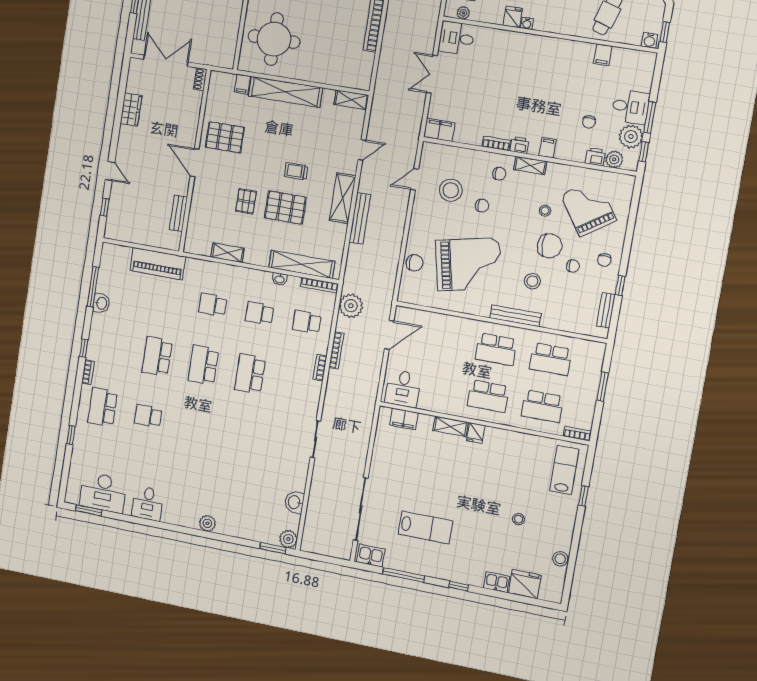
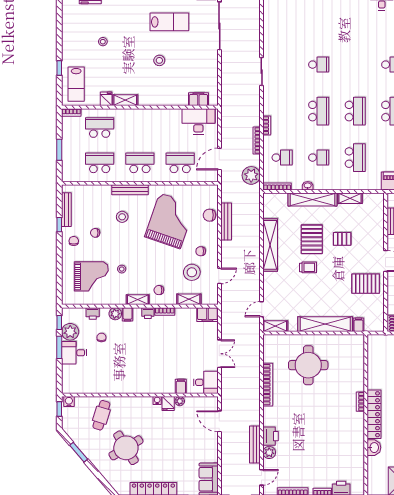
plant: (463, 13) -> (180, 401), moved
round table: (274, 39) -> (308, 365), moved
filing cabinet: (603, 55) -> (181, 386), moved
door: (362, 150) -> (262, 309), moved
shelving: (461, 155) -> (189, 299), added
plant: (614, 159) -> (115, 314), moved
shelving: (343, 198) -> (270, 245), width x1.47
pallet: (246, 201) -> (342, 239), turned 90
chair: (482, 206) -> (201, 251), moved
pallet: (285, 208) -> (312, 239), turned 90
grand piano: (589, 208) -> (91, 276), turned -56
bench: (360, 218) -> (226, 222), moved
chair: (550, 246) -> (114, 244), removed
shelving: (302, 264) -> (313, 199), moved
grand piano: (469, 264) -> (170, 221), turned 121
school desk: (213, 305) -> (355, 158), width x1.85
bench: (606, 310) -> (66, 210), width x1.36
desk: (403, 389) -> (198, 121), width x1.37
school desk: (488, 396) -> (180, 163), moved
shelving: (451, 426) -> (125, 100), moved
fridge: (476, 433) -> (106, 99), moved
school desk: (241, 434) -> (319, 65), added
washbasin: (294, 502) -> (270, 21), removed
lab bench: (425, 527) -> (169, 22), turned 180
stool: (560, 559) -> (159, 60), moved

